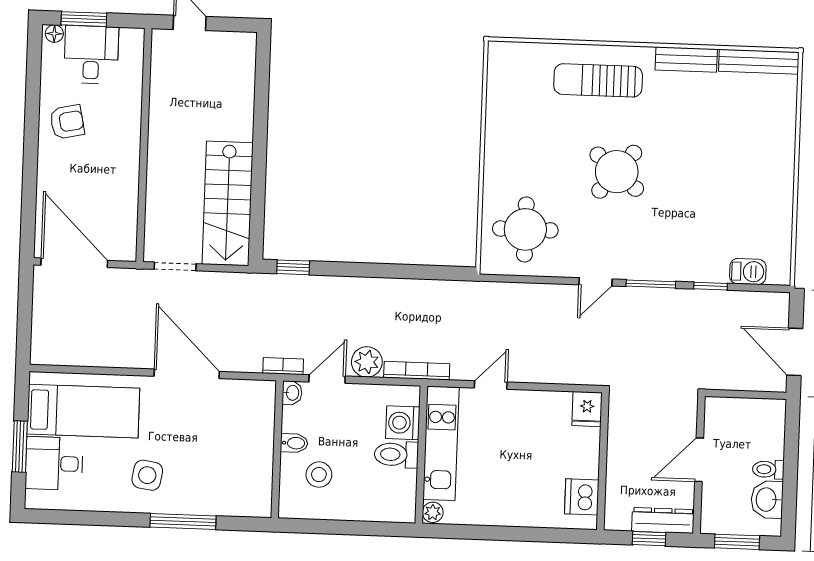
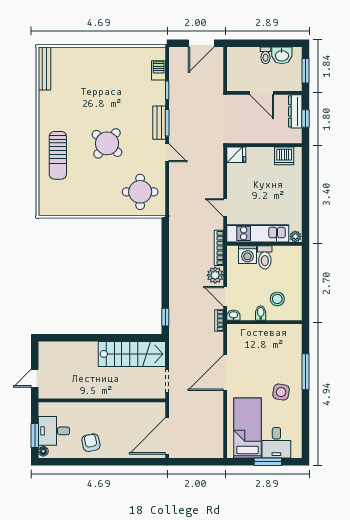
bench: (686, 60) -> (159, 123), moved

